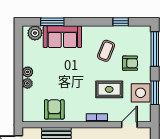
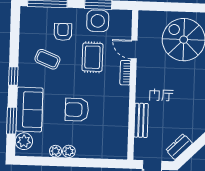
window: (121, 22) -> (13, 76), moved
plant: (27, 83) -> (56, 151), moved
armchair: (54, 109) -> (77, 110), moved
door: (129, 125) -> (134, 50), moved

